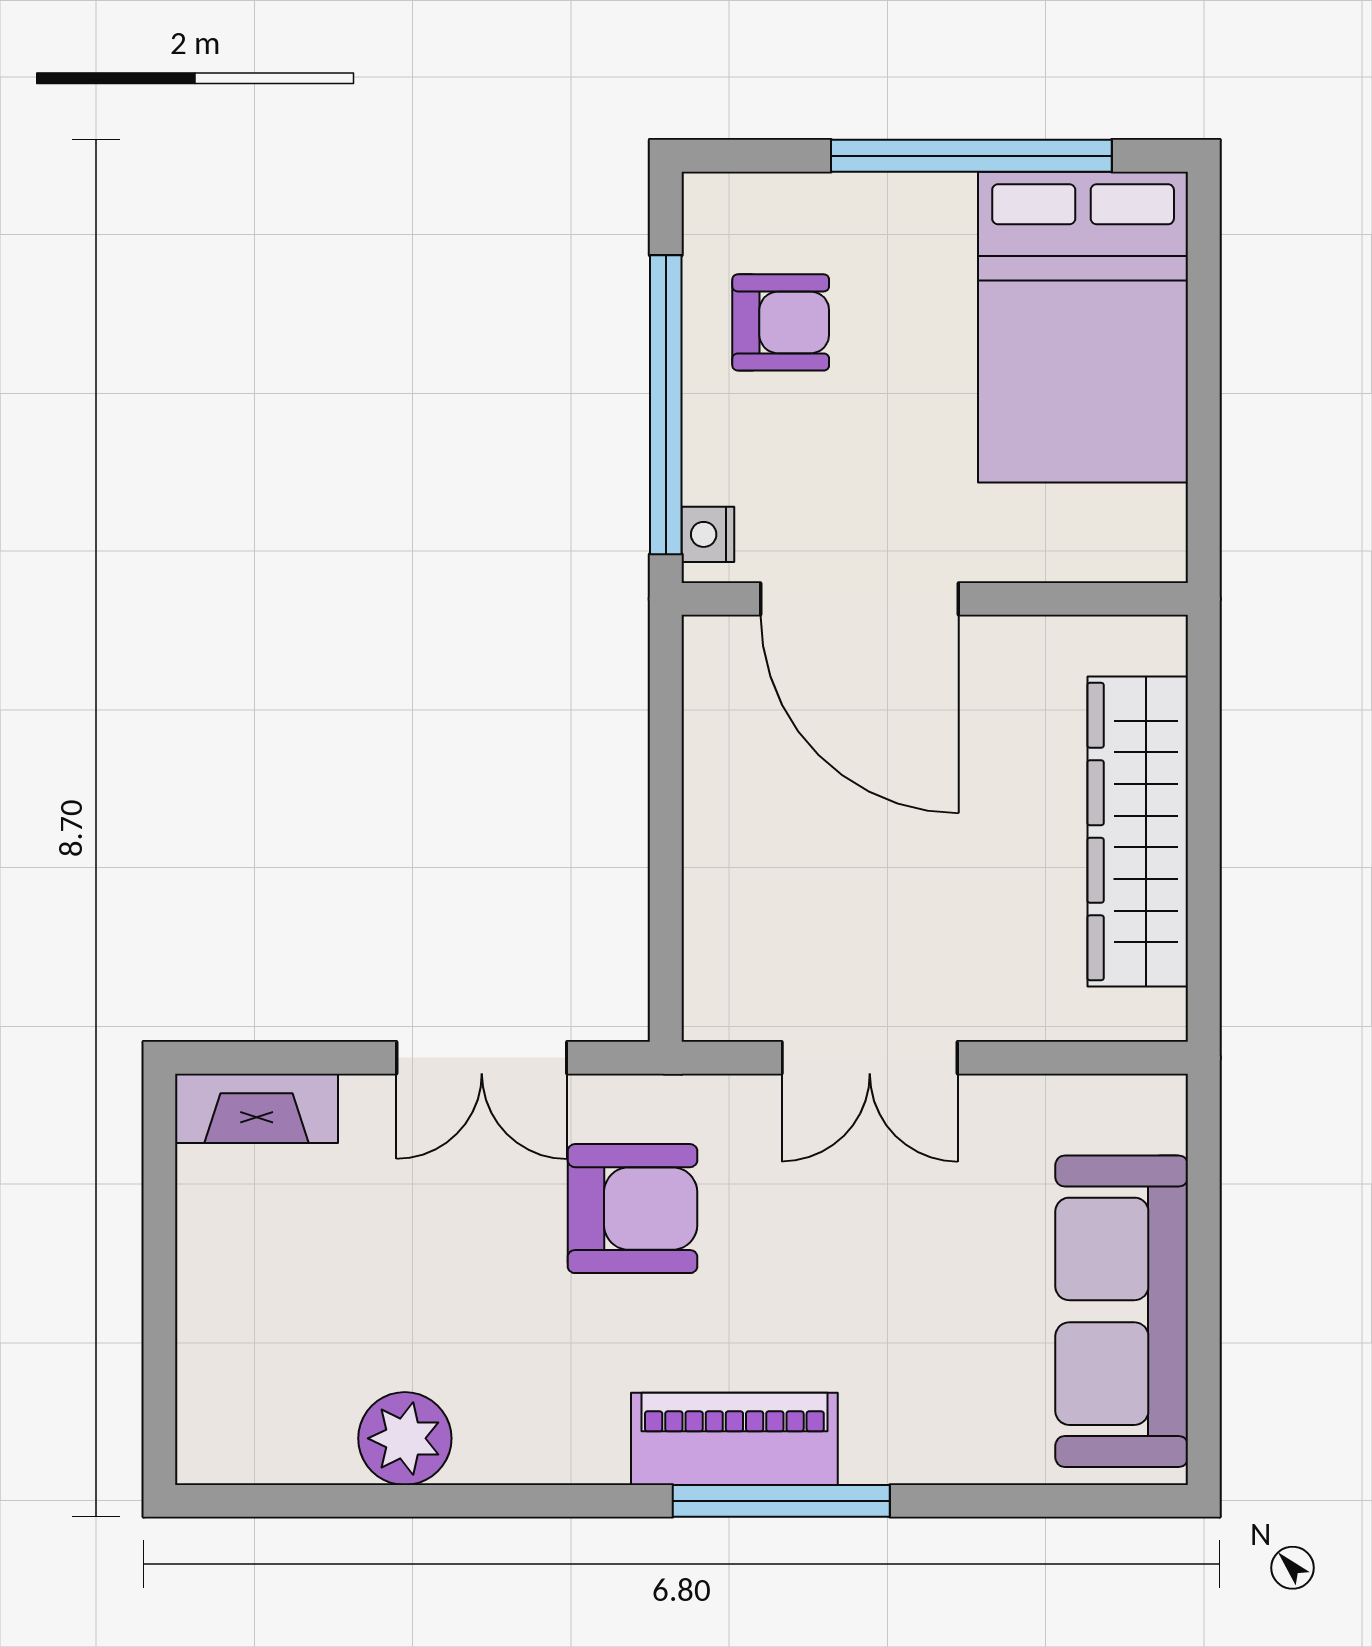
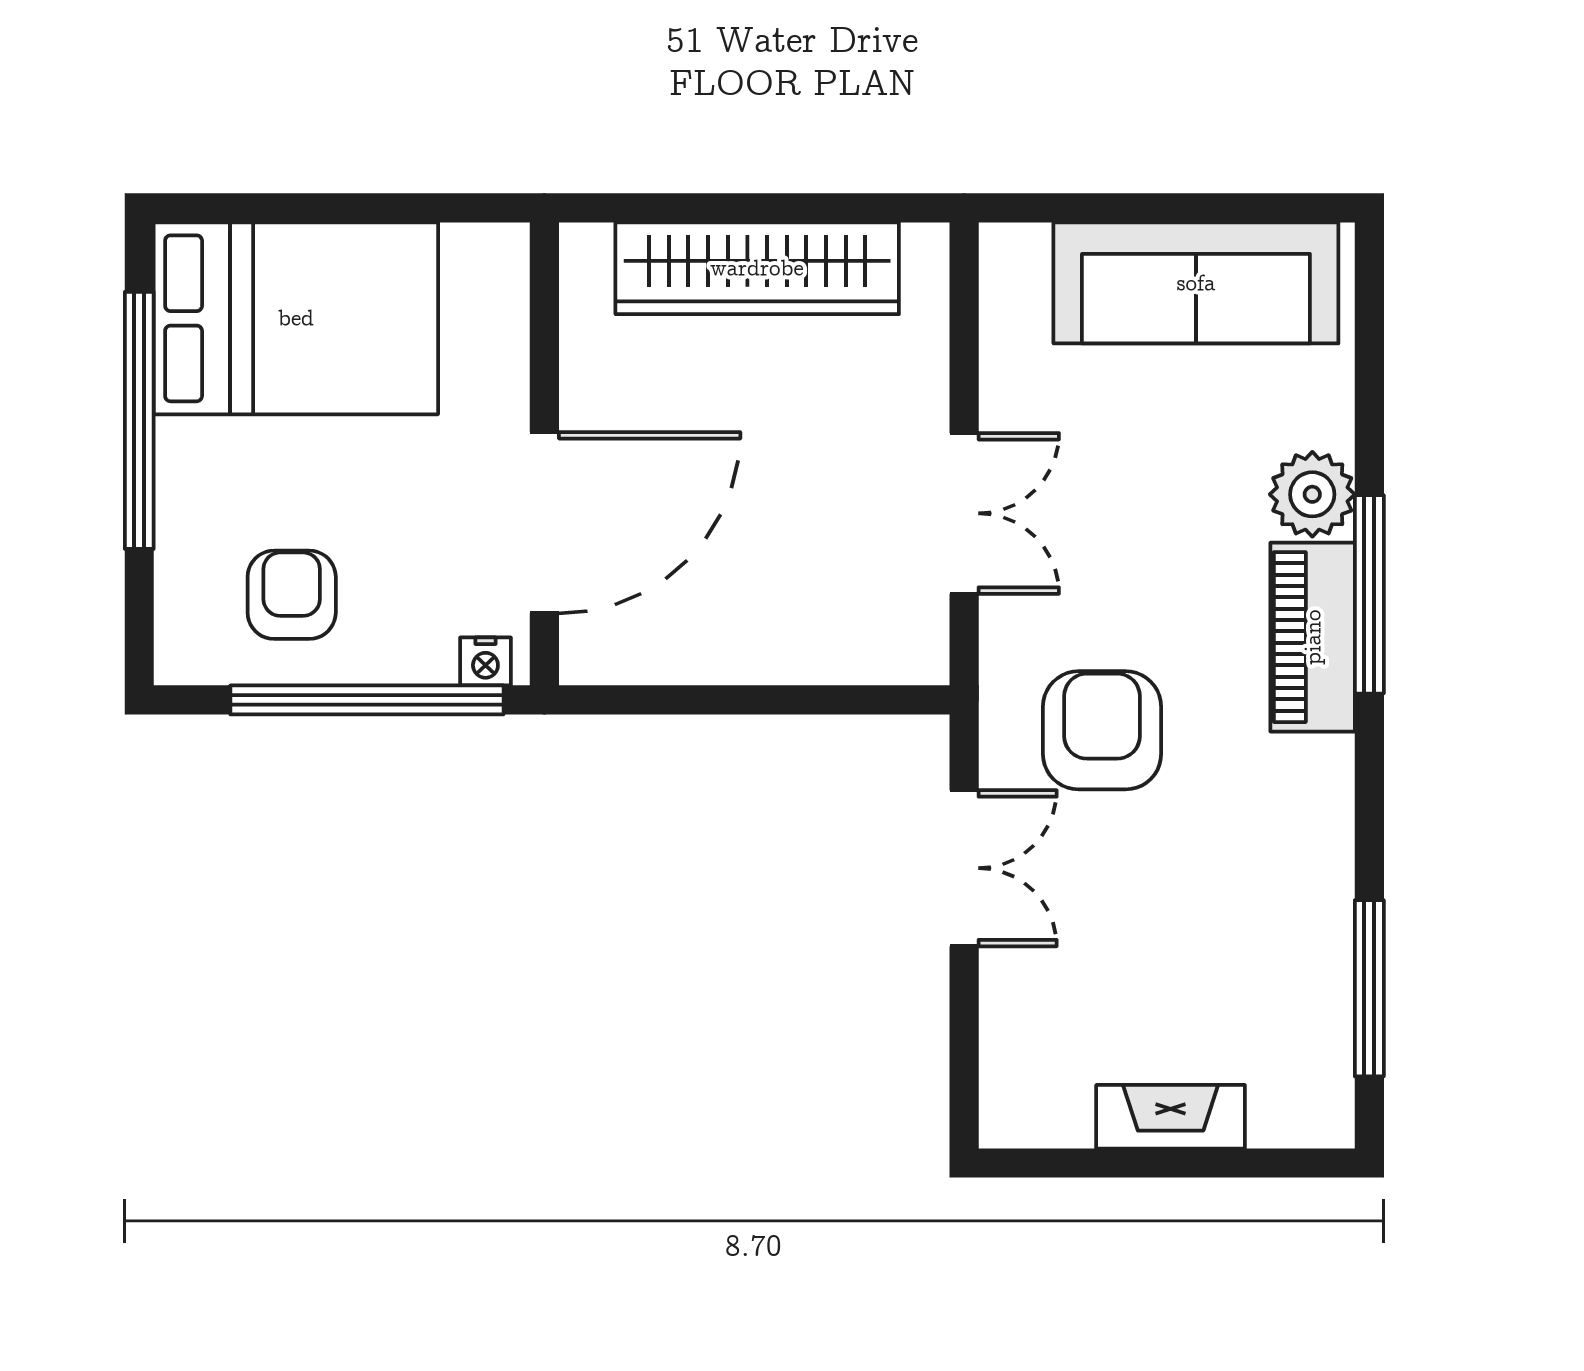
fireplace: (257, 1108) -> (1171, 1117), moved, turned -90
plant: (405, 1438) -> (1312, 494), moved
window: (350, 1501) -> (1369, 988), added

